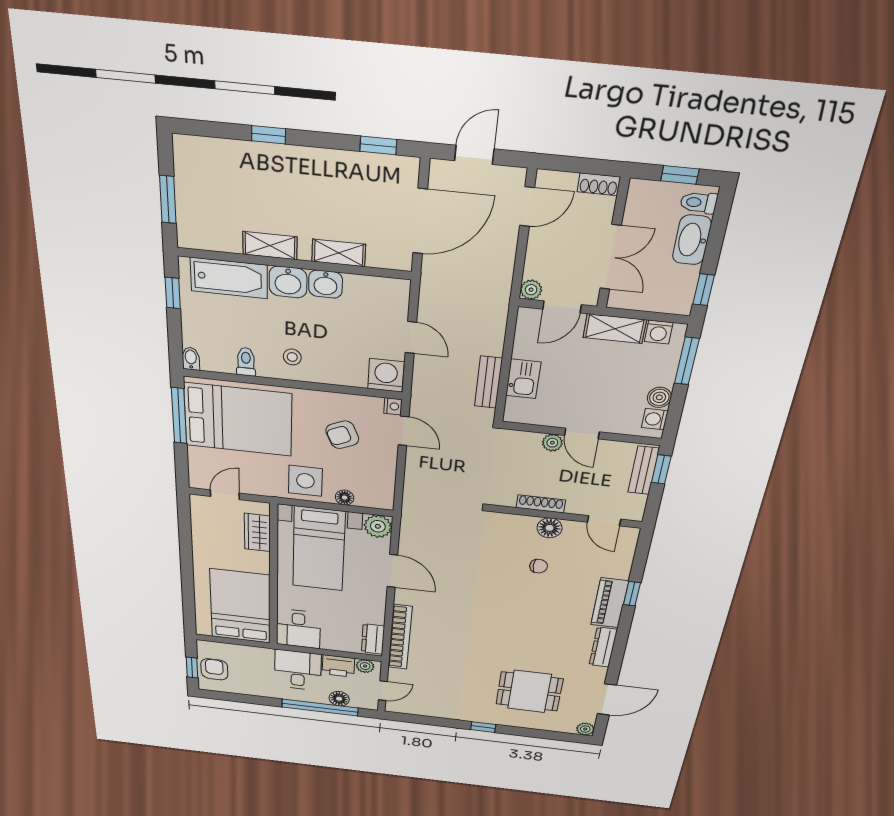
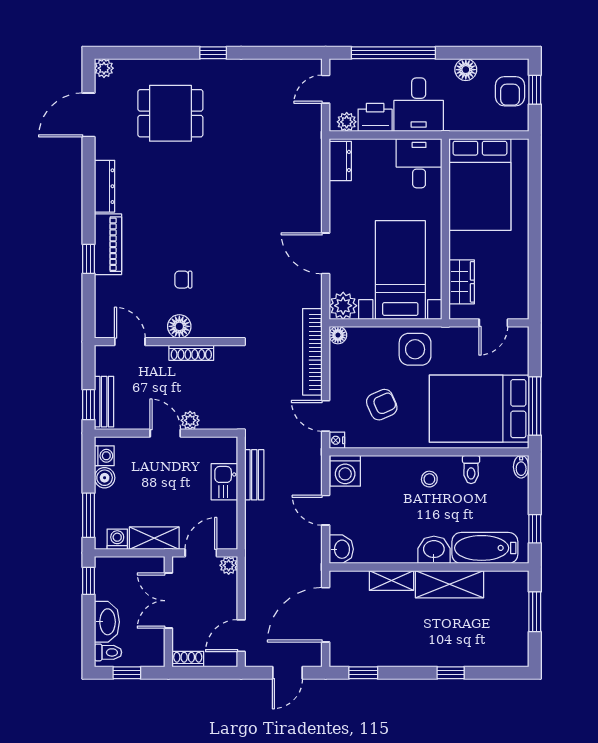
shelving: (270, 246) -> (449, 584), width x1.50, depth x1.33
washbasin: (325, 284) -> (341, 549), moved, turned 90
floor lamp: (345, 498) -> (338, 335), moved
bookcase: (400, 637) -> (312, 352), moved
floor lamp: (339, 699) -> (466, 70), moved

